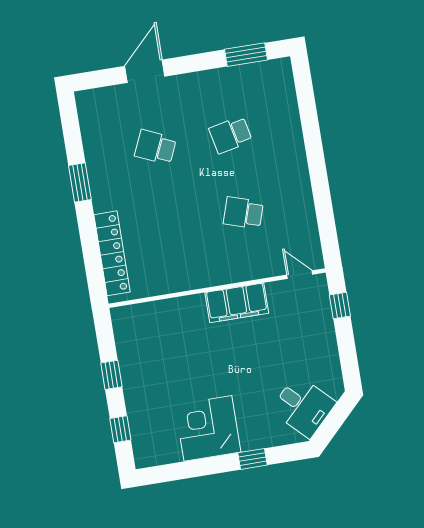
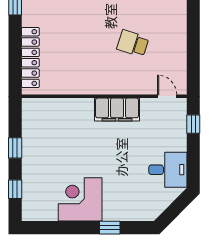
desk: (303, 406) -> (168, 170), moved, turned -45

